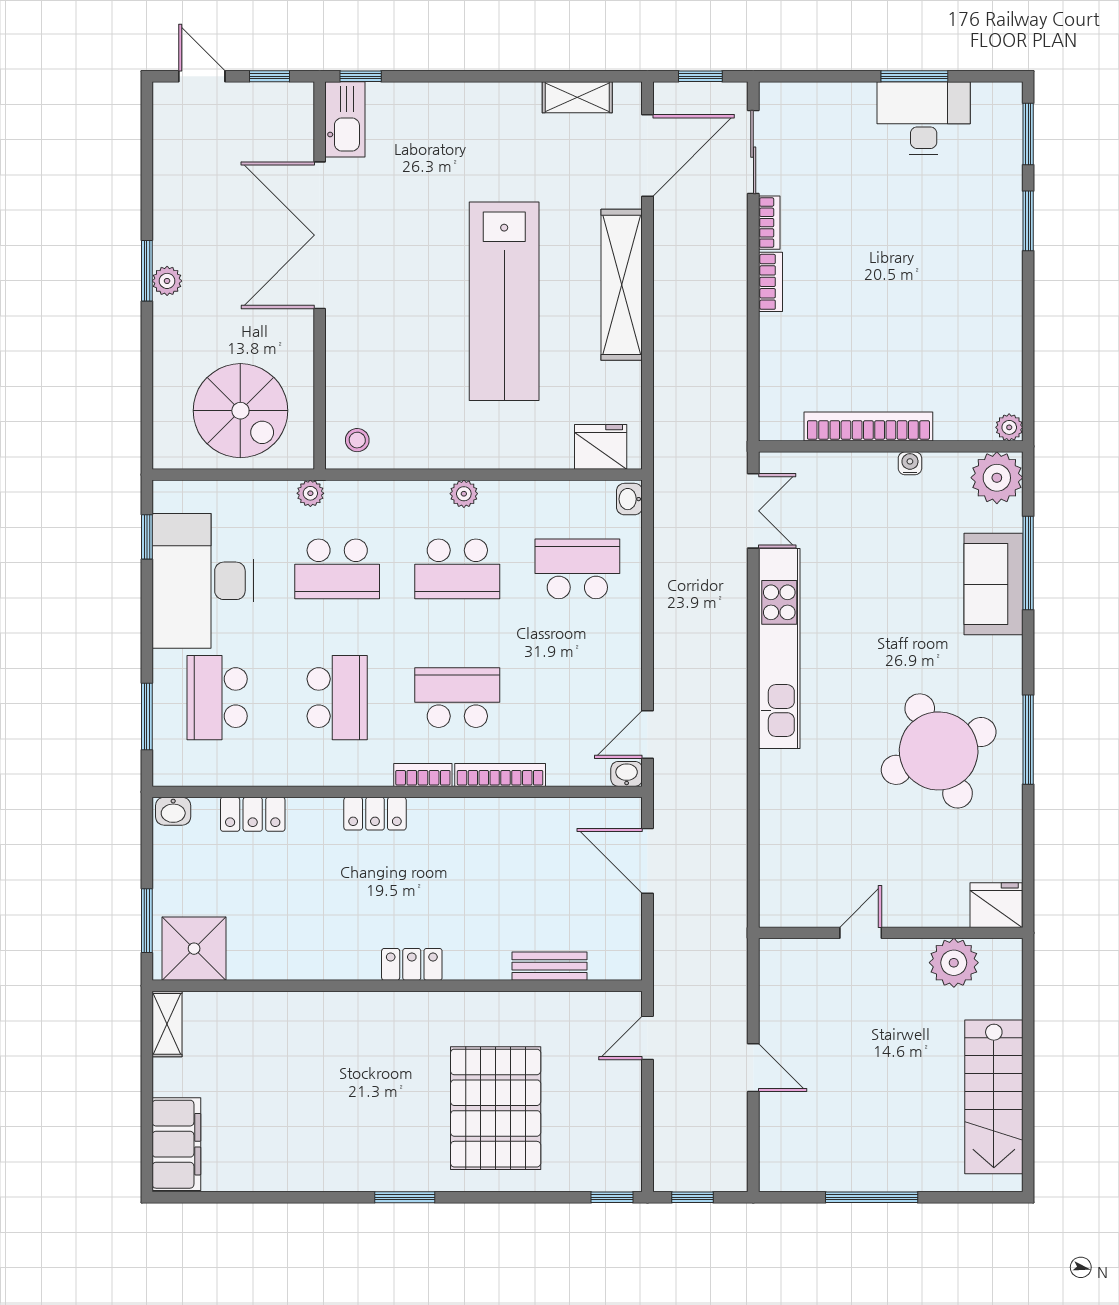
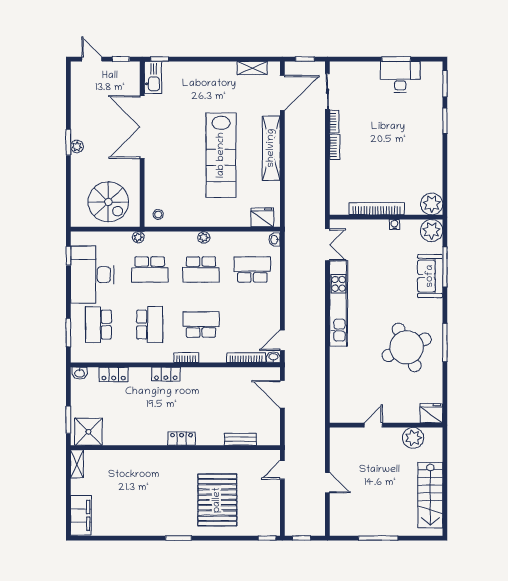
plant: (1009, 427) -> (432, 204), width x1.88, depth x1.88
bookcase: (500, 775) -> (246, 358), moved

